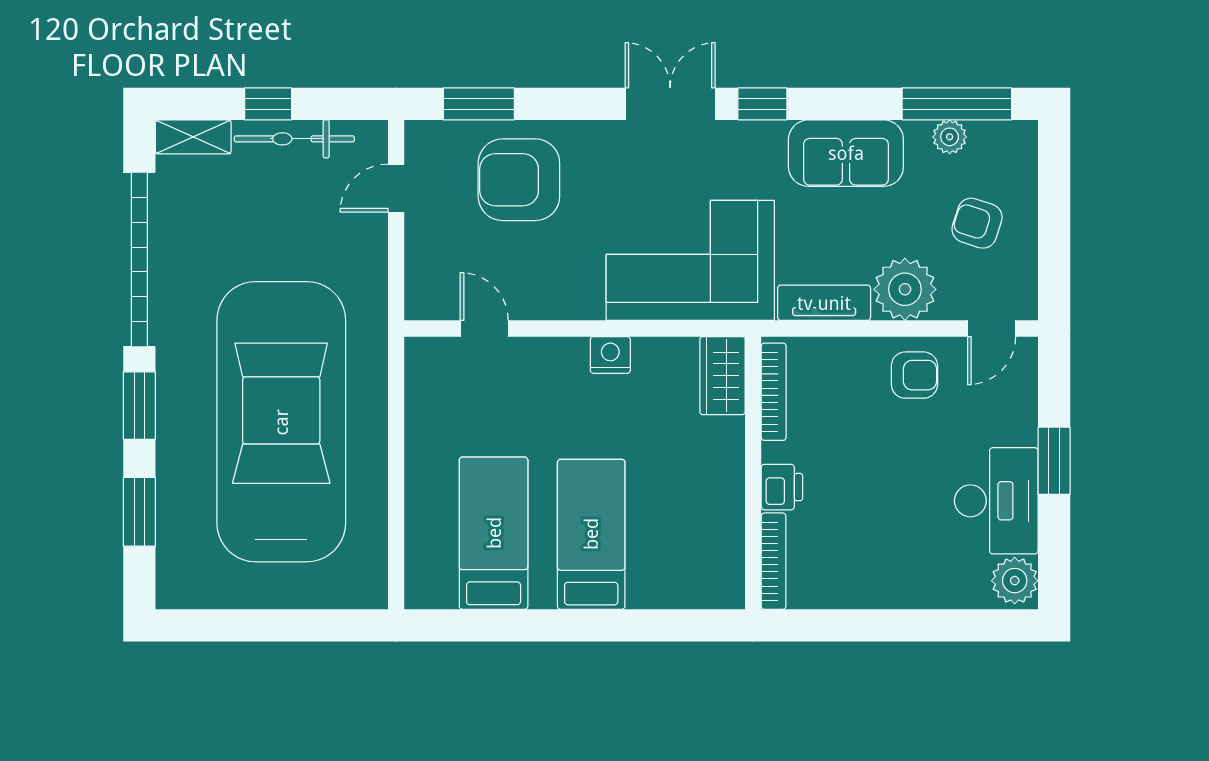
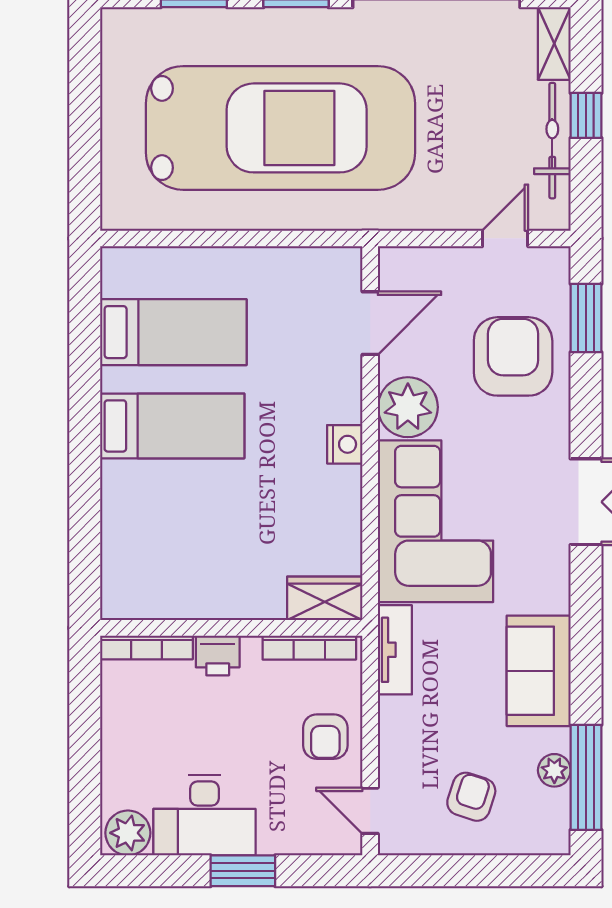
window: (762, 104) -> (586, 591), removed
door: (396, 188) -> (505, 238), hinge flipped
plant: (905, 289) -> (408, 407), moved
door: (484, 328) -> (370, 323), width x1.38
wardrobe: (722, 376) -> (325, 598), moved
bookcase: (774, 392) -> (309, 648), moved
wall: (753, 473) -> (231, 628), moved
printer: (782, 487) -> (218, 655), moved
bookcase: (774, 561) -> (146, 647), moved

